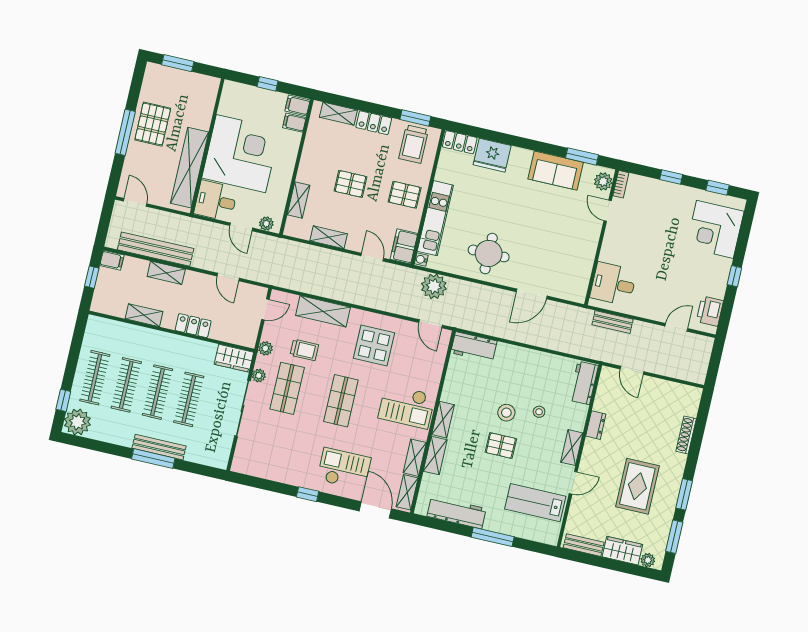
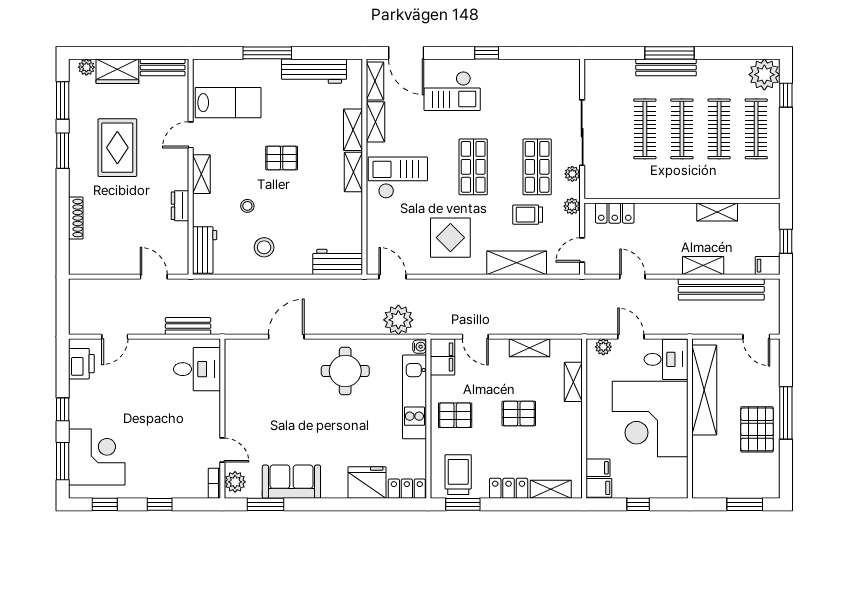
window: (745, 233) -> (63, 461), added
locker: (193, 326) -> (615, 213), moved
wardrobe: (234, 358) -> (605, 187), removed
stool: (506, 413) -> (264, 247), moved

